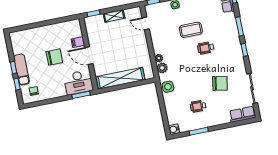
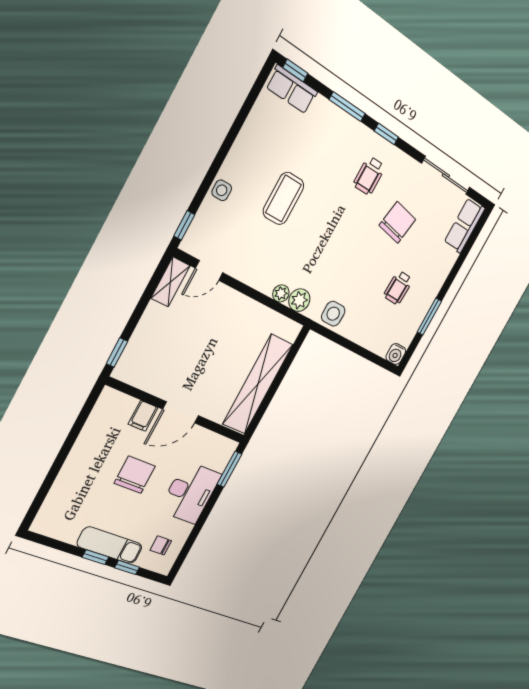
shelving: (114, 16) -> (170, 282), moved
wheelchair: (206, 48) -> (369, 176), moved
desk: (78, 82) -> (190, 492), moved

